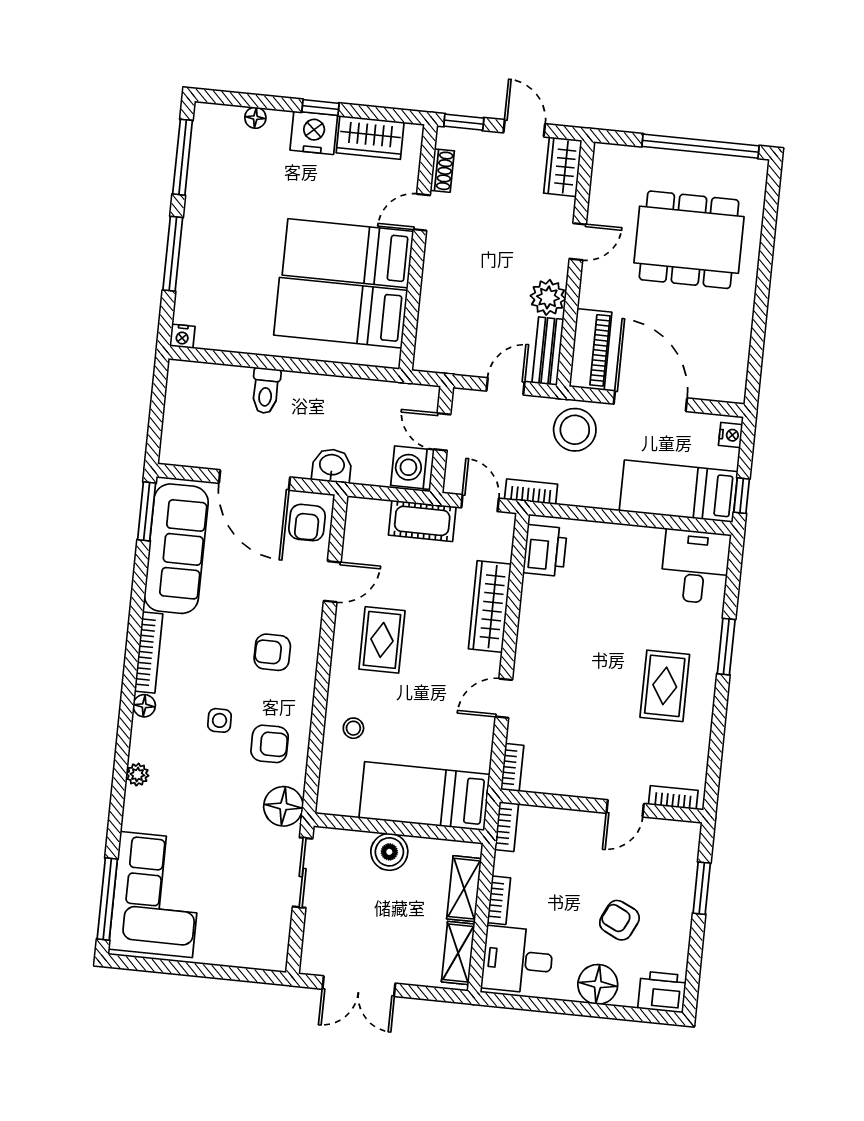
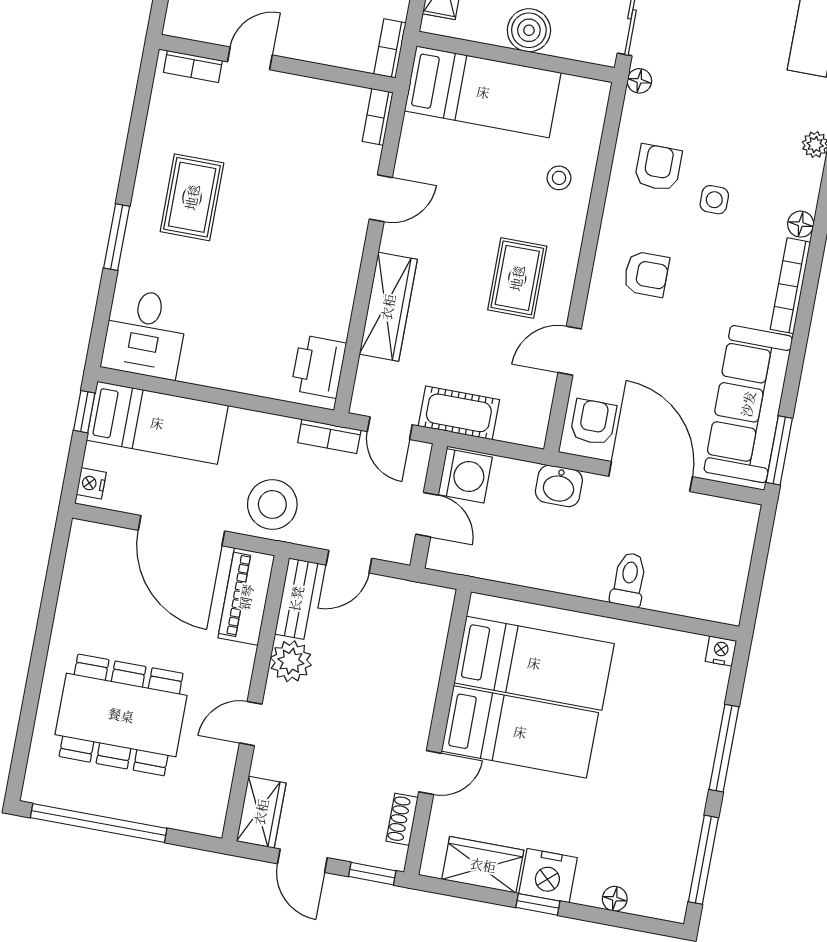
armchair: (270, 744) -> (658, 168), turned 90
floor lamp: (283, 806) -> (639, 81), width x0.53, depth x0.53

